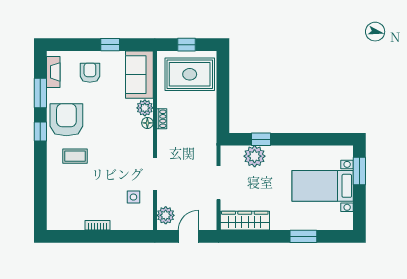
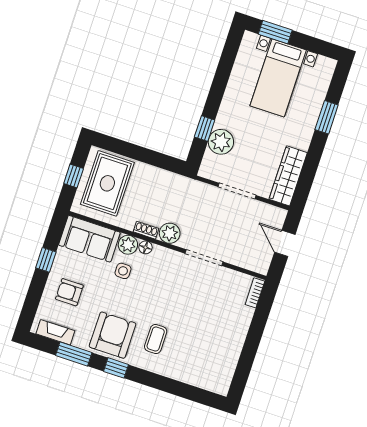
armchair: (66, 120) -> (113, 335), turned 90
side table: (133, 197) -> (123, 271), moved
plant: (166, 215) -> (170, 233), moved
bookcase: (98, 225) -> (255, 293), moved

